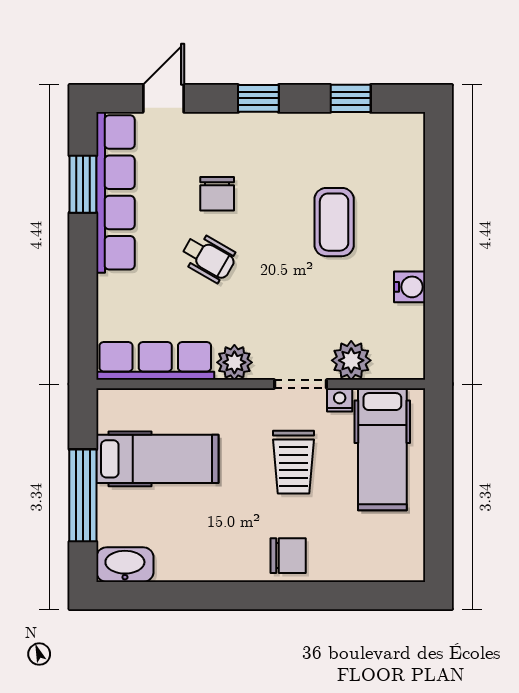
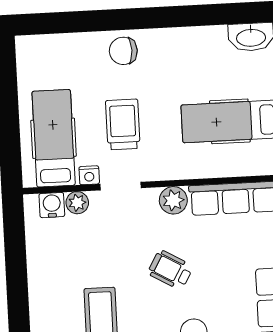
wheelchair: (208, 257) -> (170, 270), moved
water cooler: (410, 287) -> (52, 205), moved, turned 90
plant: (351, 360) -> (77, 203), width x0.73, depth x0.73

